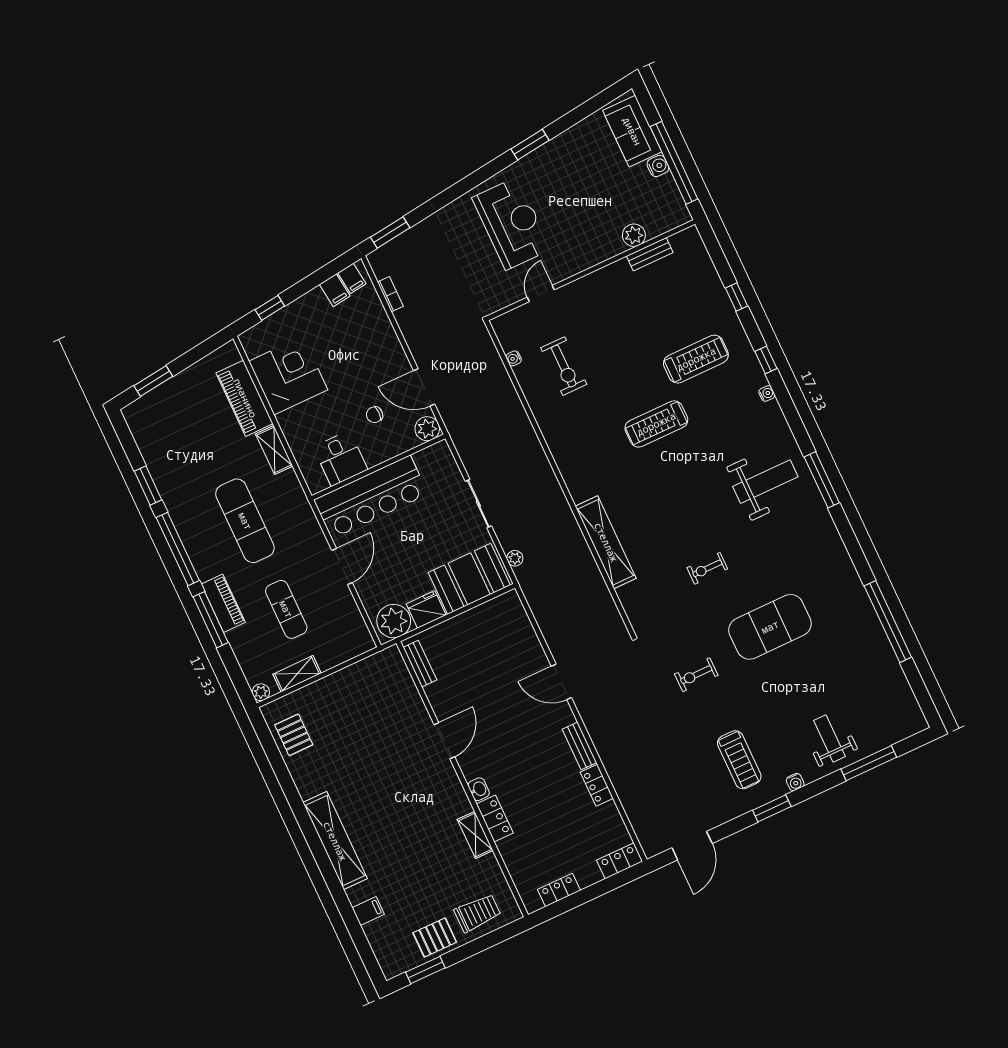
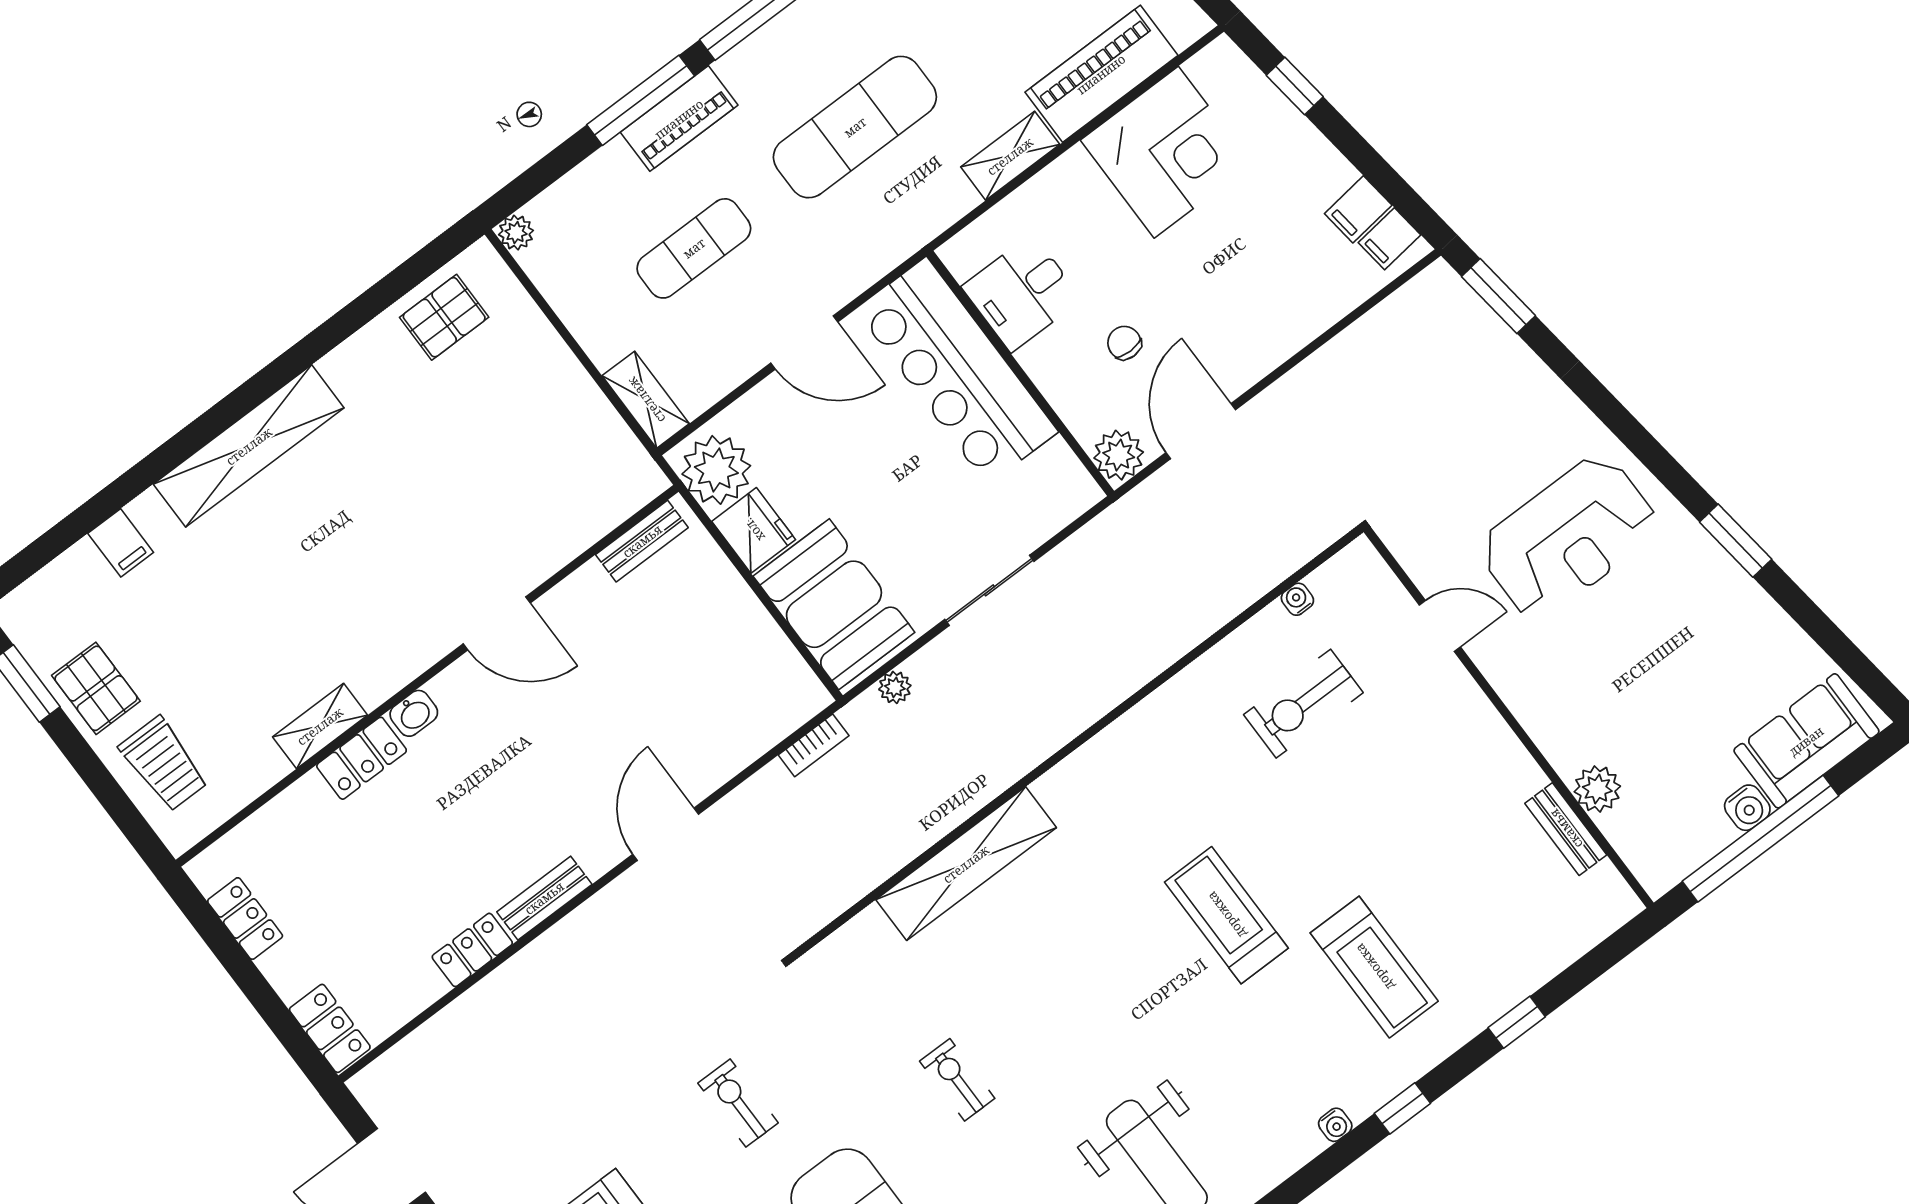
bookcase: (390, 294) -> (814, 745), moved
shelving: (297, 674) -> (646, 400), moved

